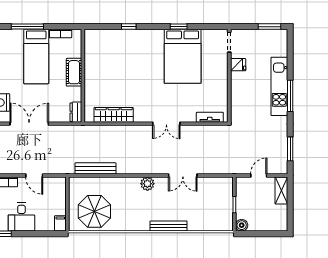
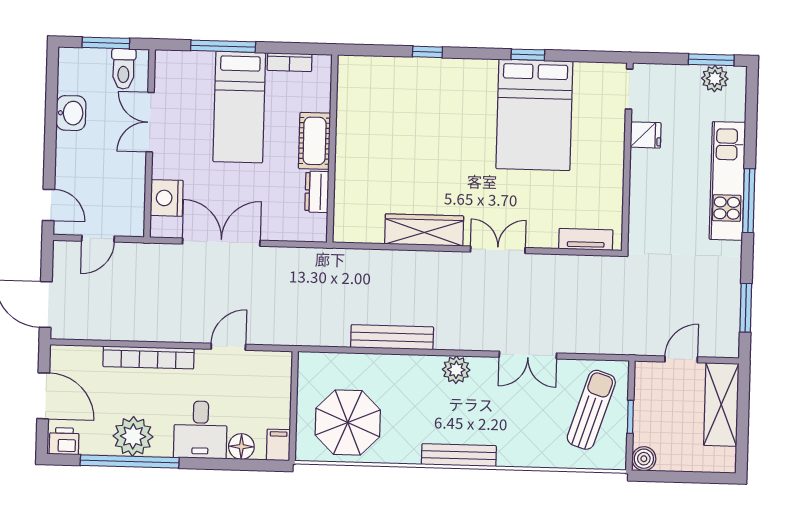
plant: (272, 36) -> (715, 79), added
dresser: (76, 112) -> (317, 192), moved
wardrobe: (114, 115) -> (424, 230), moved
double door: (166, 124) -> (498, 250), swing flipped
bench: (96, 168) -> (392, 337), moved
door: (34, 175) -> (228, 347), swing flipped
shelving: (281, 190) -> (721, 405), width x1.50, depth x1.33
sun lounger: (215, 202) -> (591, 410), added
floor lamp: (42, 225) -> (241, 447), added
bench: (169, 226) -> (459, 455), moved

